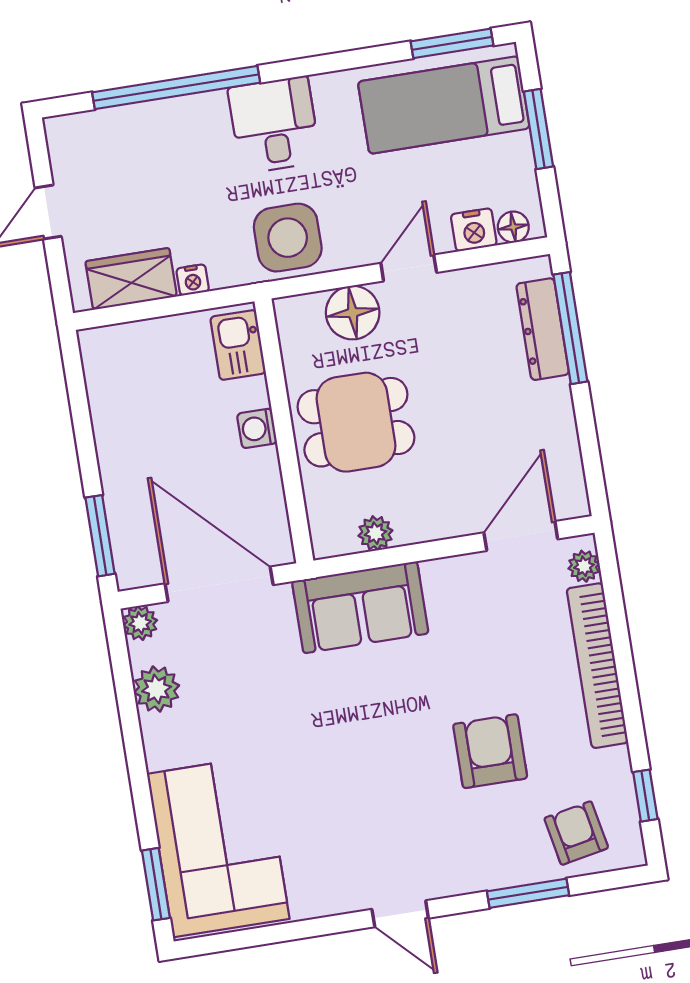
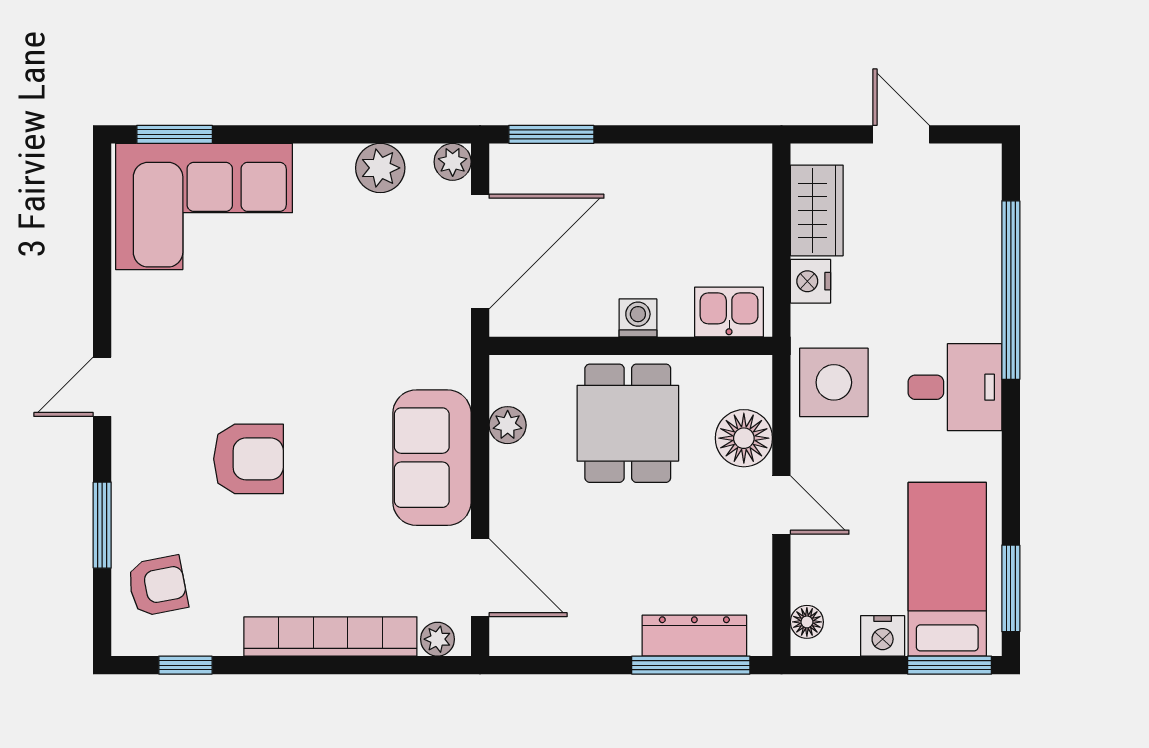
window: (539, 129) -> (949, 665), moved
nightstand: (474, 230) -> (883, 636), moved, turned -90
nightstand: (193, 280) -> (810, 281), width x1.39, depth x1.35
sofa: (360, 607) -> (432, 458), moved
armchair: (490, 751) -> (248, 459), moved

